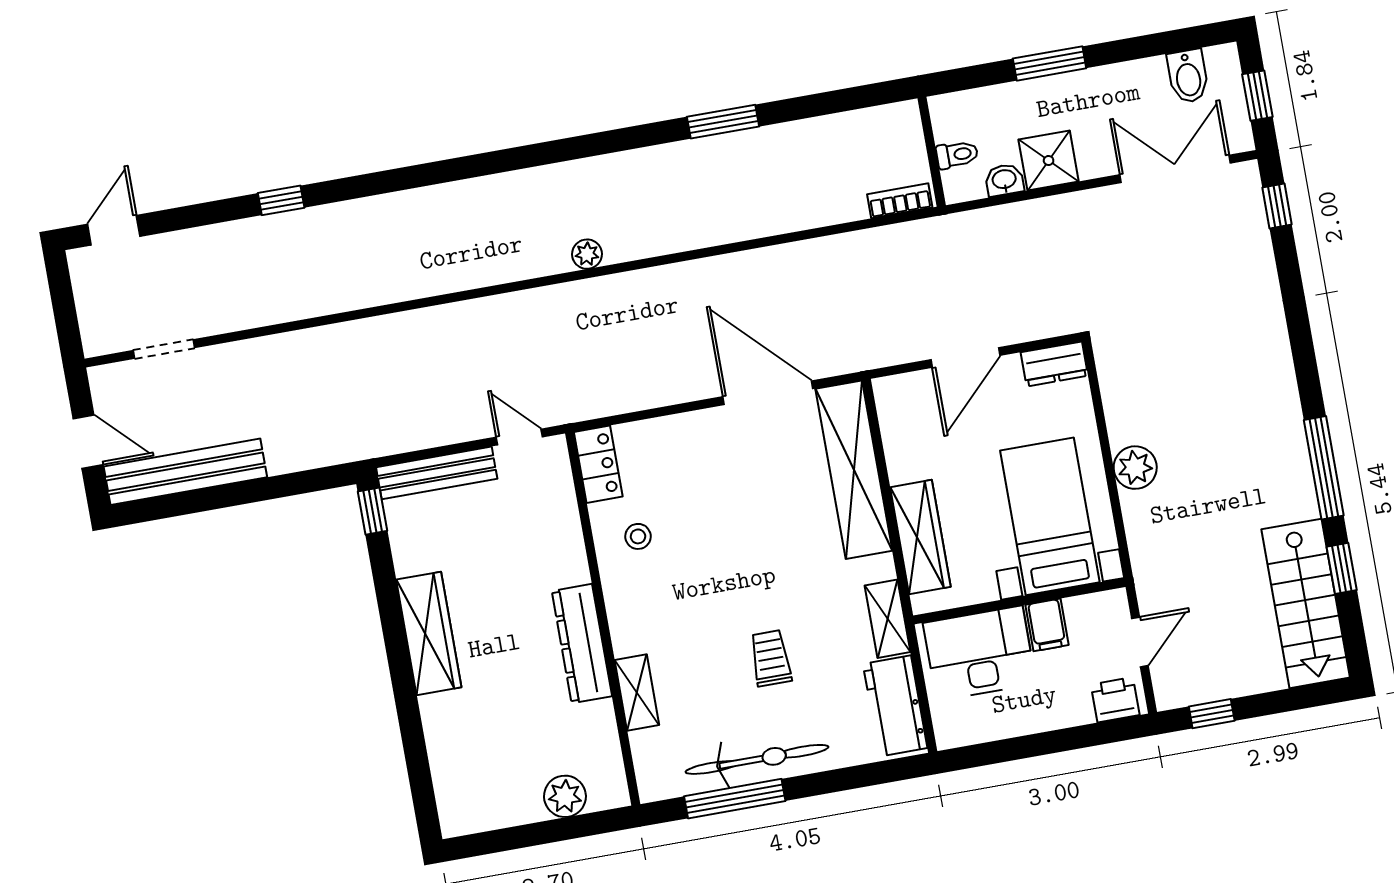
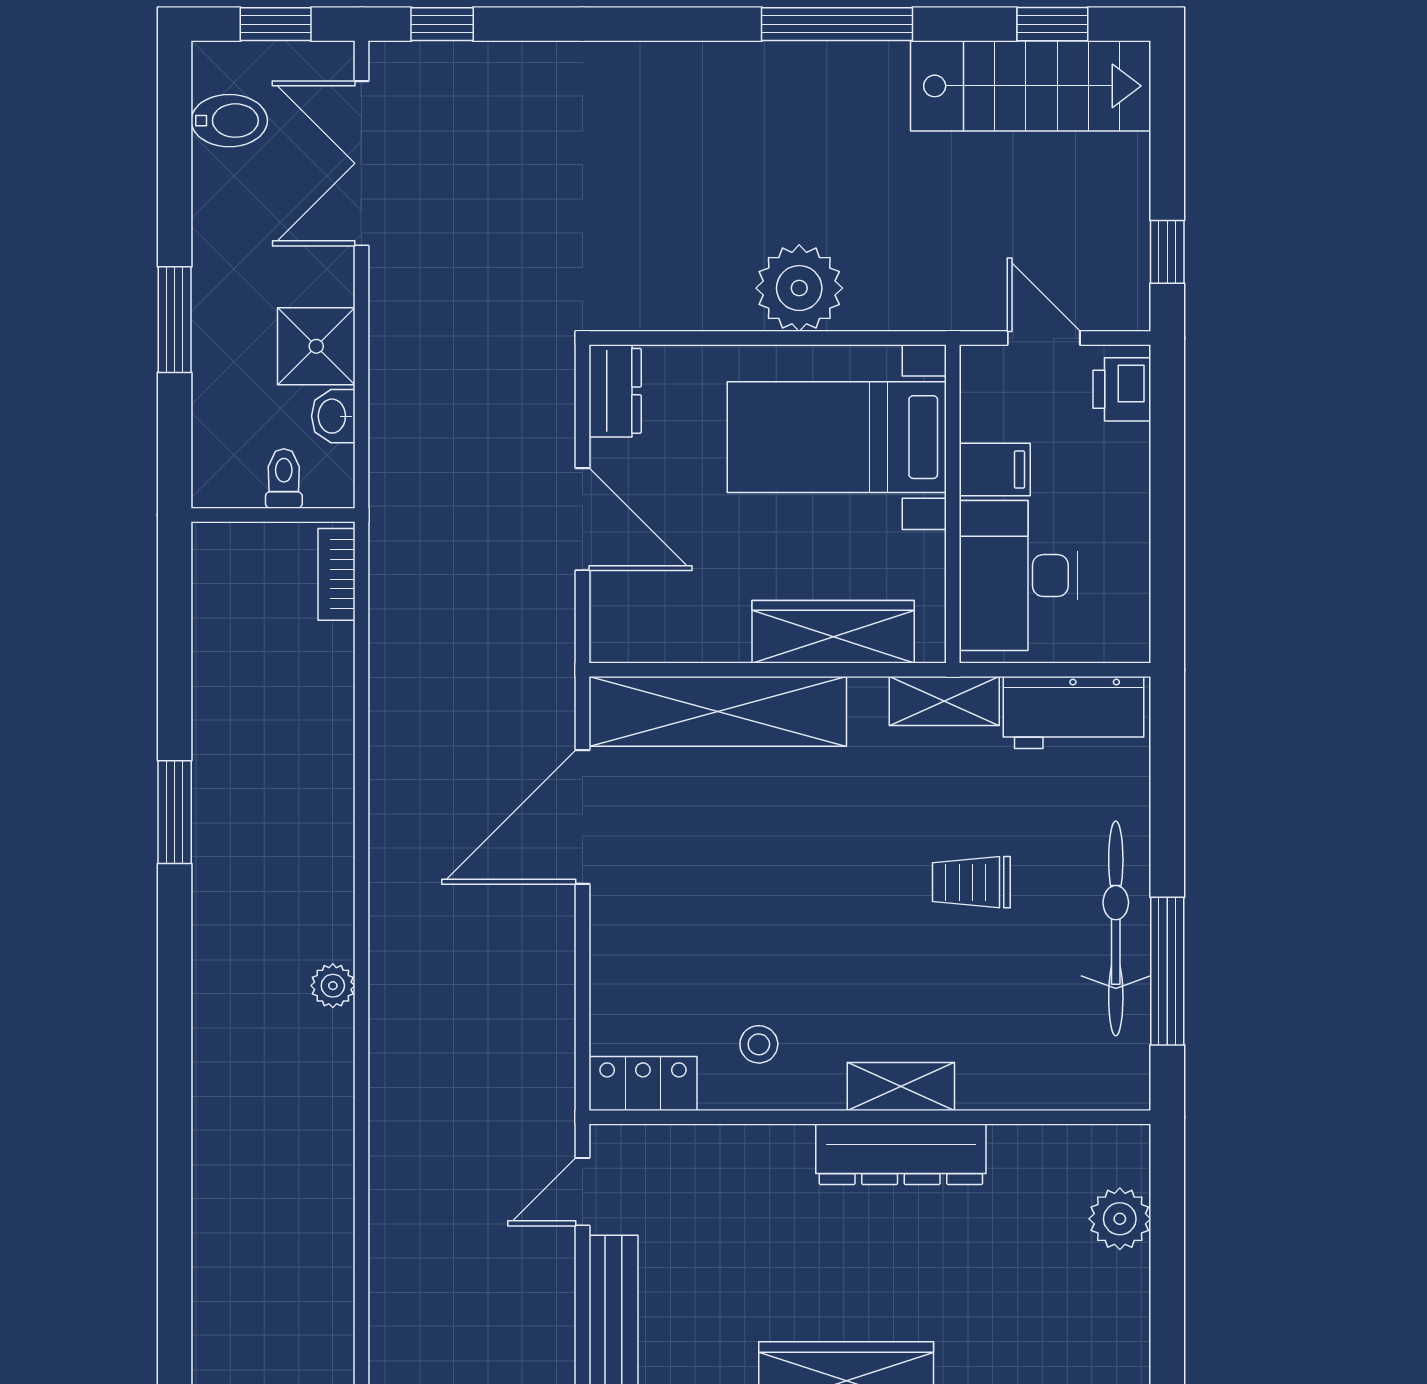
plant: (587, 254) -> (333, 986), moved
plant: (1135, 468) -> (799, 288), width x1.36, depth x1.36
window: (1342, 568) -> (1052, 24), moved
shelving: (637, 693) -> (901, 1087), moved

